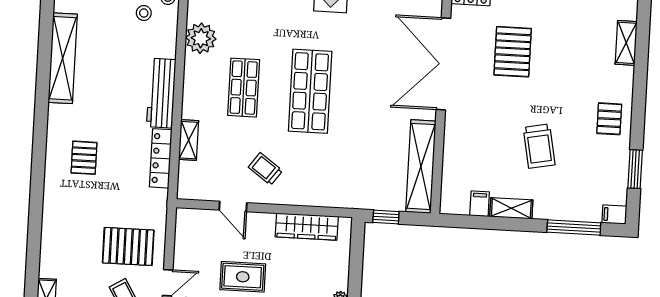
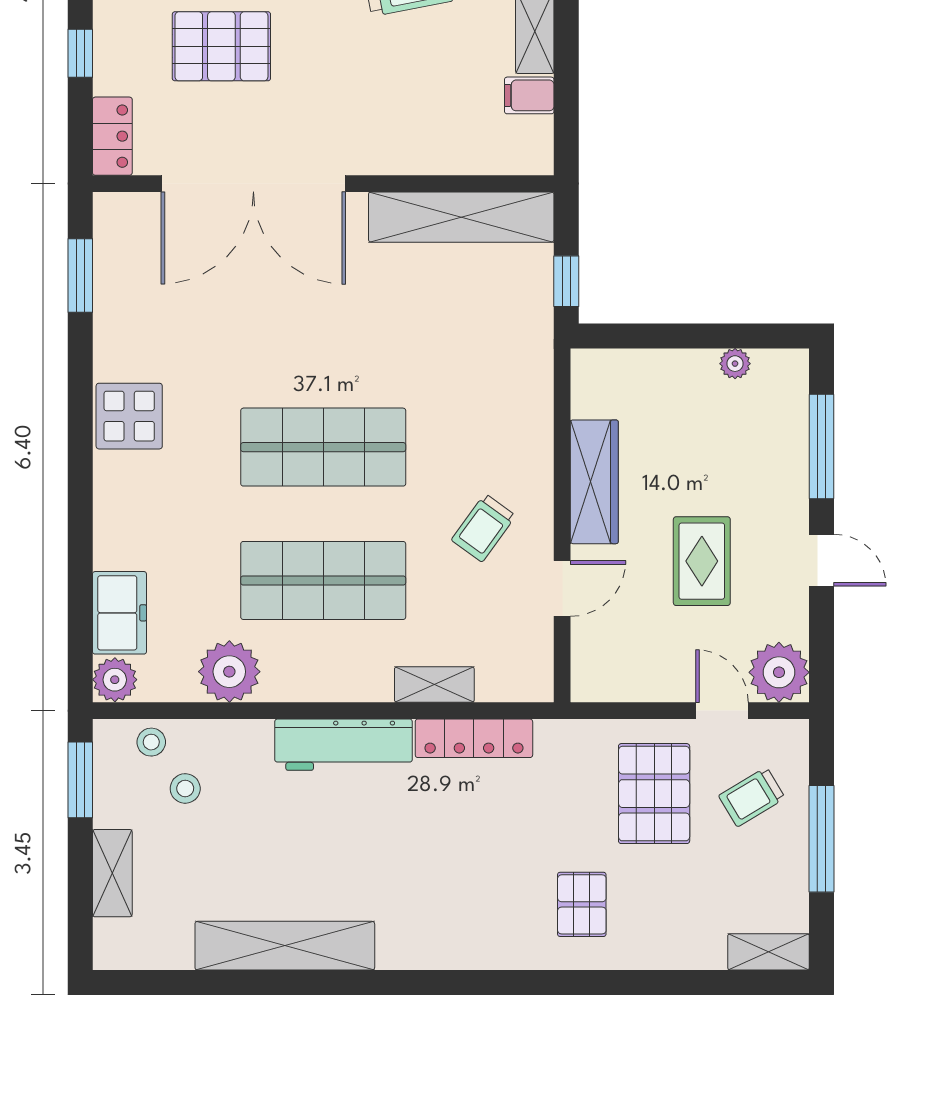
shop shelf: (244, 88) -> (323, 580), width x1.43, depth x1.36
pallet: (84, 158) -> (582, 904), moved, turned 90
wardrobe: (307, 227) -> (594, 482), moved

